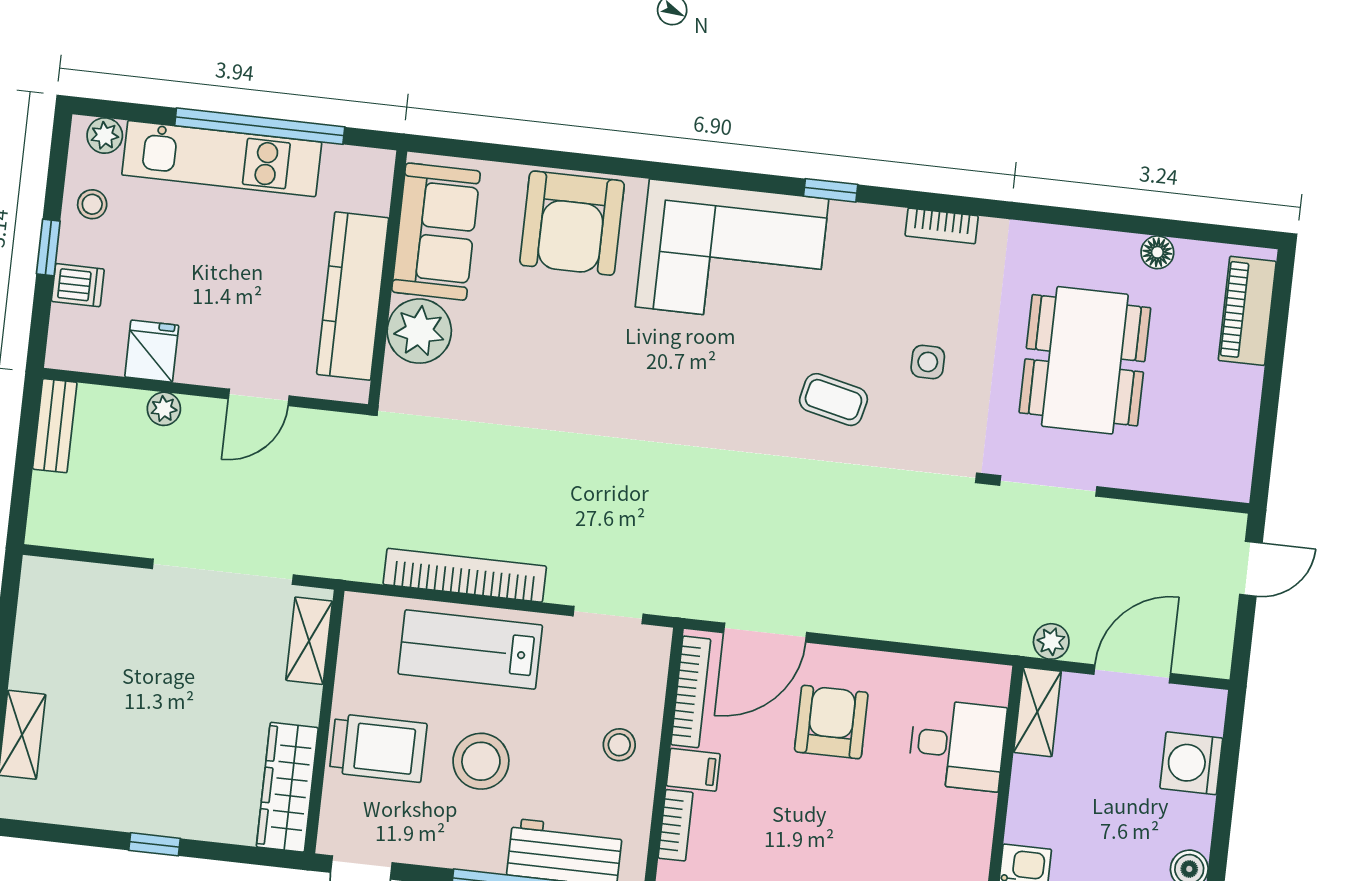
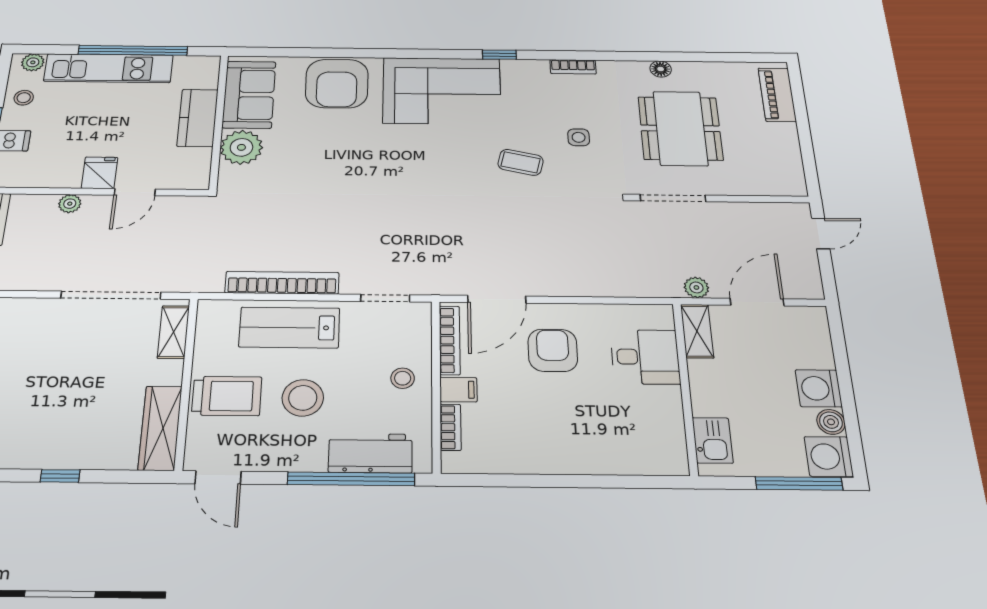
floor lamp: (1157, 252) -> (661, 69), moved
kitchen counter: (353, 296) -> (198, 118), width x0.67
fridge: (152, 351) -> (100, 173), moved
washing machine: (1191, 763) -> (819, 388), moved

